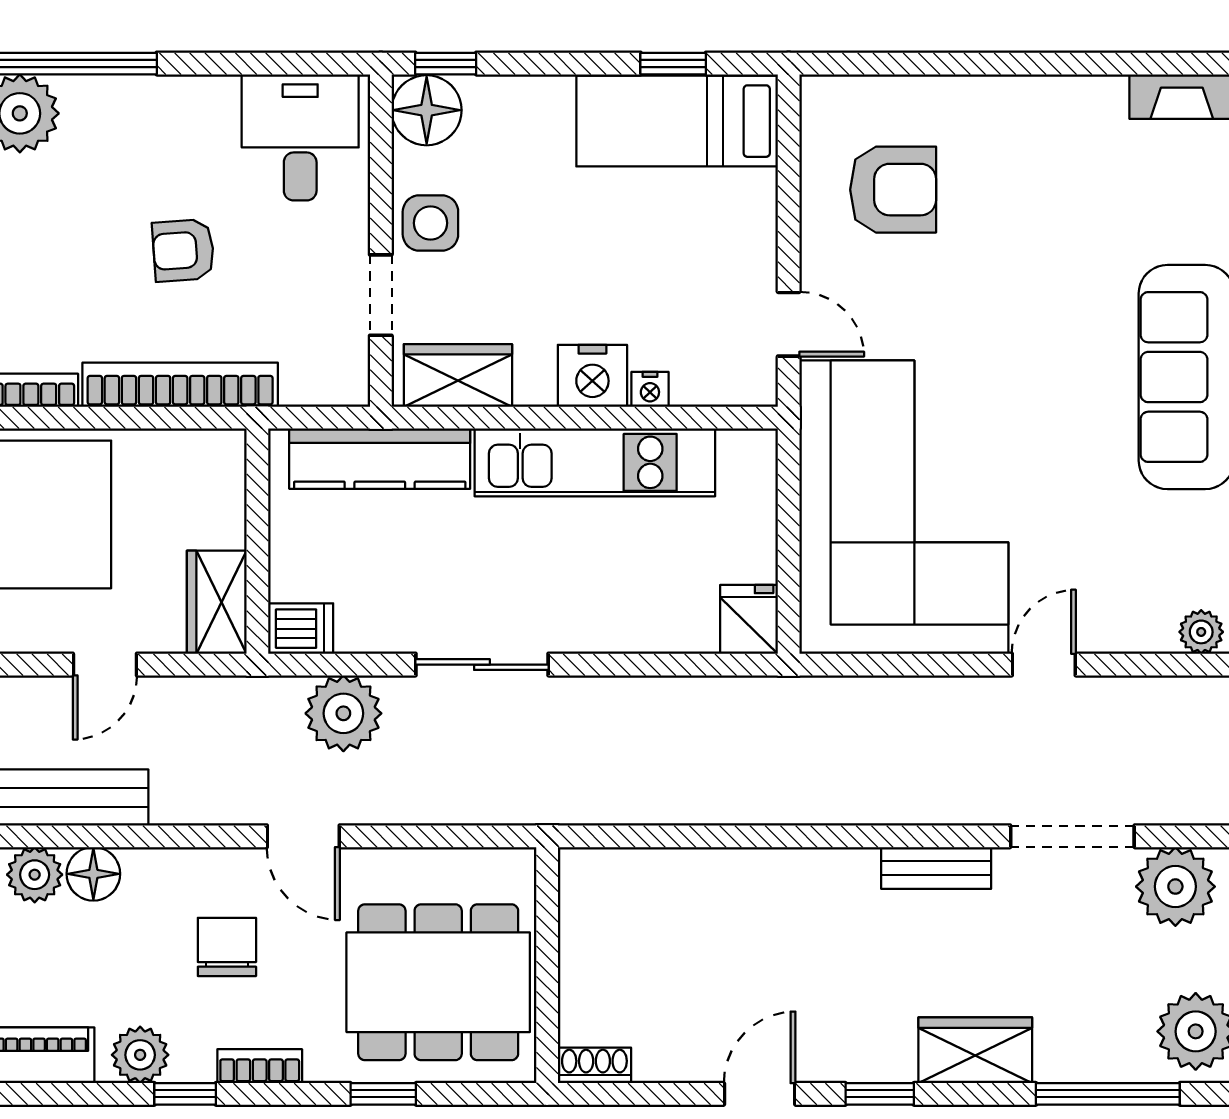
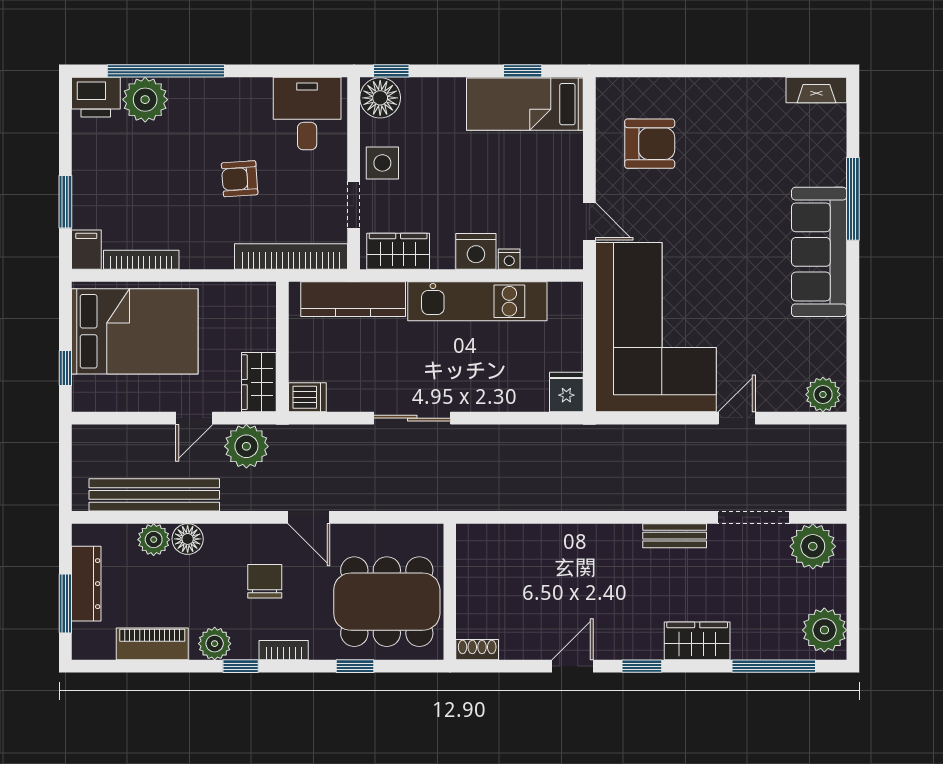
bookcase: (180, 385) -> (291, 256), moved
plant: (1201, 632) -> (823, 395), width x1.38, depth x1.38
plant: (343, 713) -> (246, 446), moved

